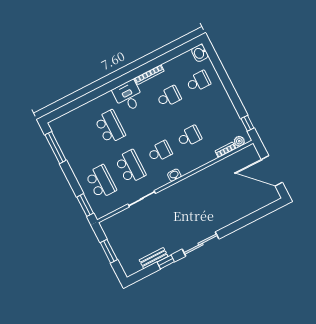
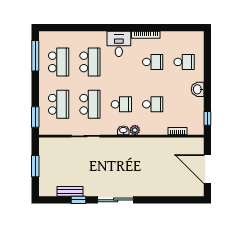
washbasin: (200, 53) -> (198, 89), moved
plant: (239, 141) -> (135, 130), moved
school desk: (80, 142) -> (59, 62), added

